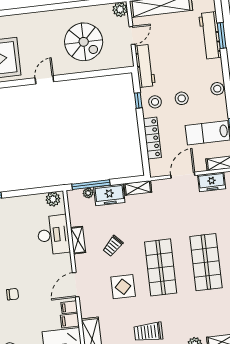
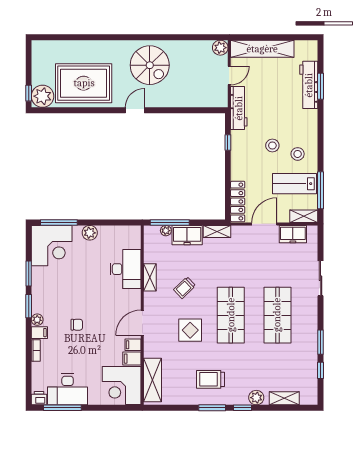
spiral stairs: (84, 42) -> (150, 65), moved
stool: (217, 89) -> (298, 154), moved
stool: (155, 102) -> (245, 146), removed
locker: (152, 138) -> (238, 202), moved
plant: (53, 199) -> (90, 233), moved

